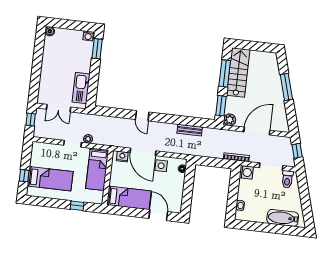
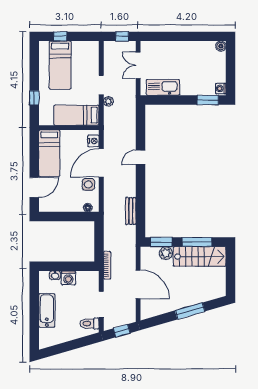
plant: (230, 120) -> (166, 253), moved
washing machine: (246, 172) -> (68, 278), moved
bathtub: (283, 218) -> (47, 310), moved

